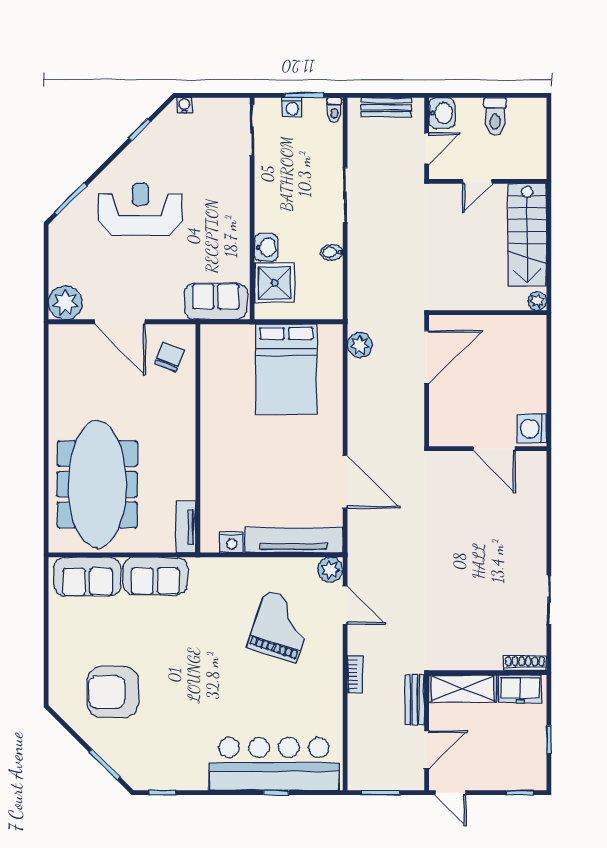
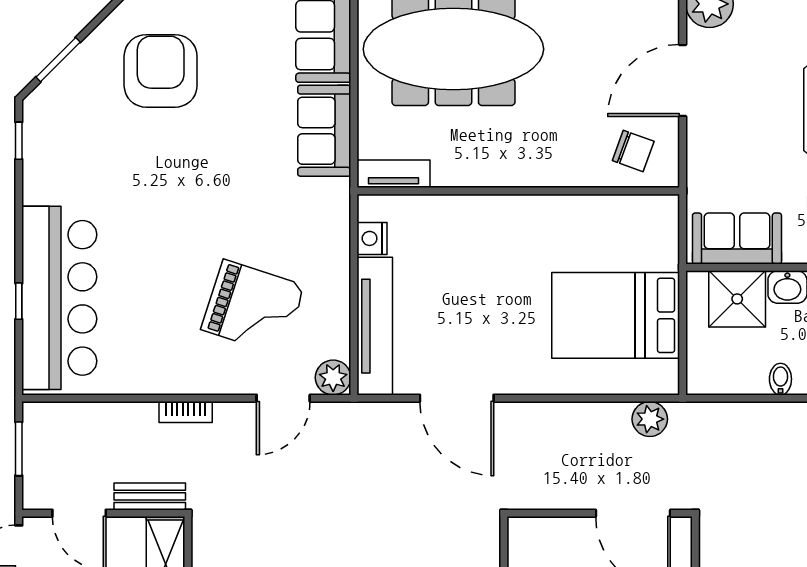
sofa: (216, 301) -> (737, 239), moved, turned -90
door: (345, 482) -> (457, 398), hinge flipped

